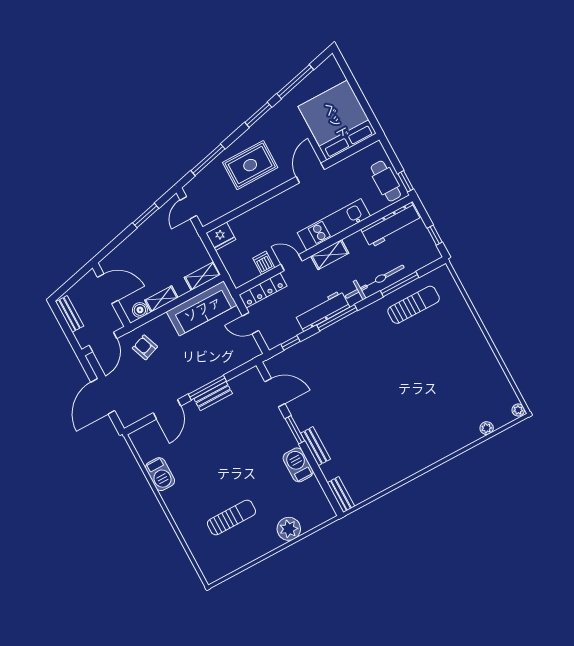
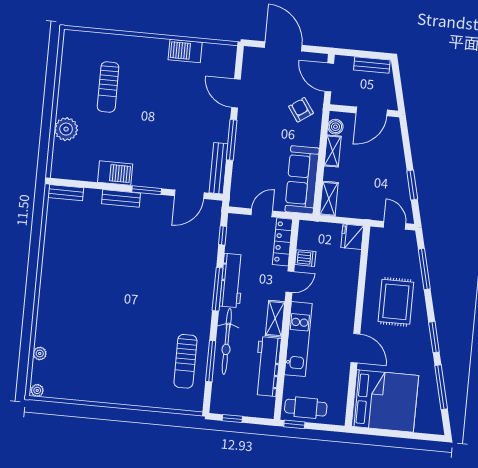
workbench: (391, 225) -> (268, 366), moved
armchair: (145, 347) -> (301, 110), turned -105
bench: (213, 396) -> (218, 168), moved, width x1.36

